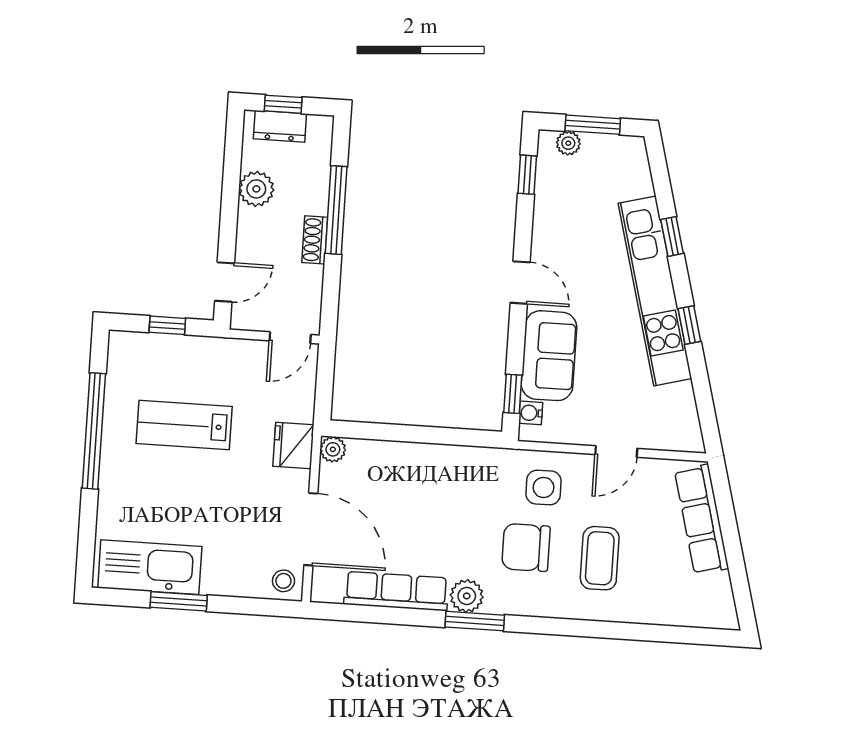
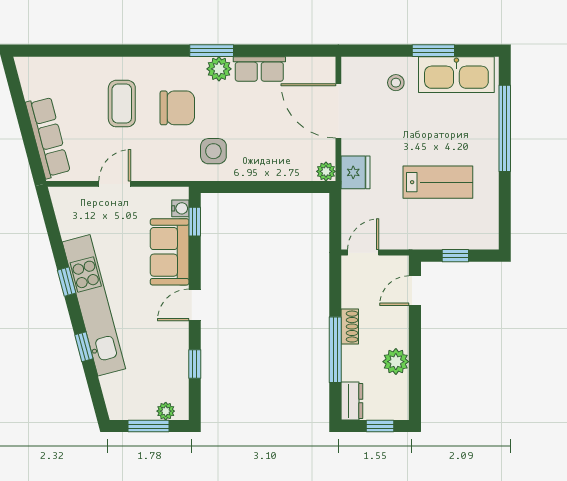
dresser: (280, 126) -> (352, 401), moved, turned 90
window: (527, 175) -> (195, 364), moved
door: (520, 282) -> (195, 305), hinge flipped
window: (94, 431) -> (505, 128), moved
side table: (544, 487) -> (213, 151), moved
stool: (283, 581) -> (396, 83), moved
row of seats: (396, 591) -> (259, 69), width x0.68

